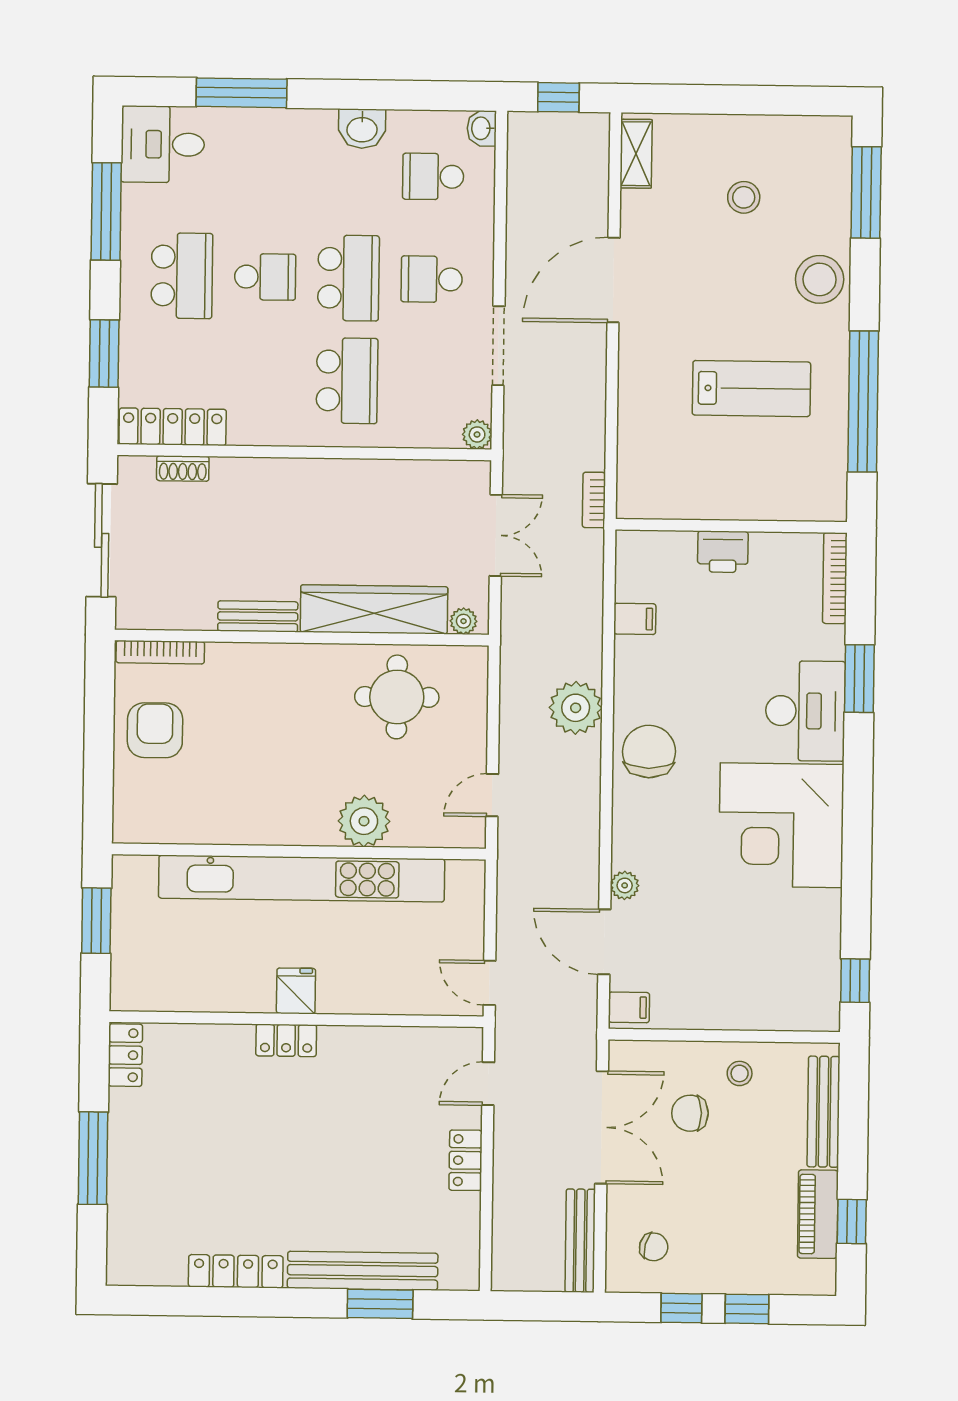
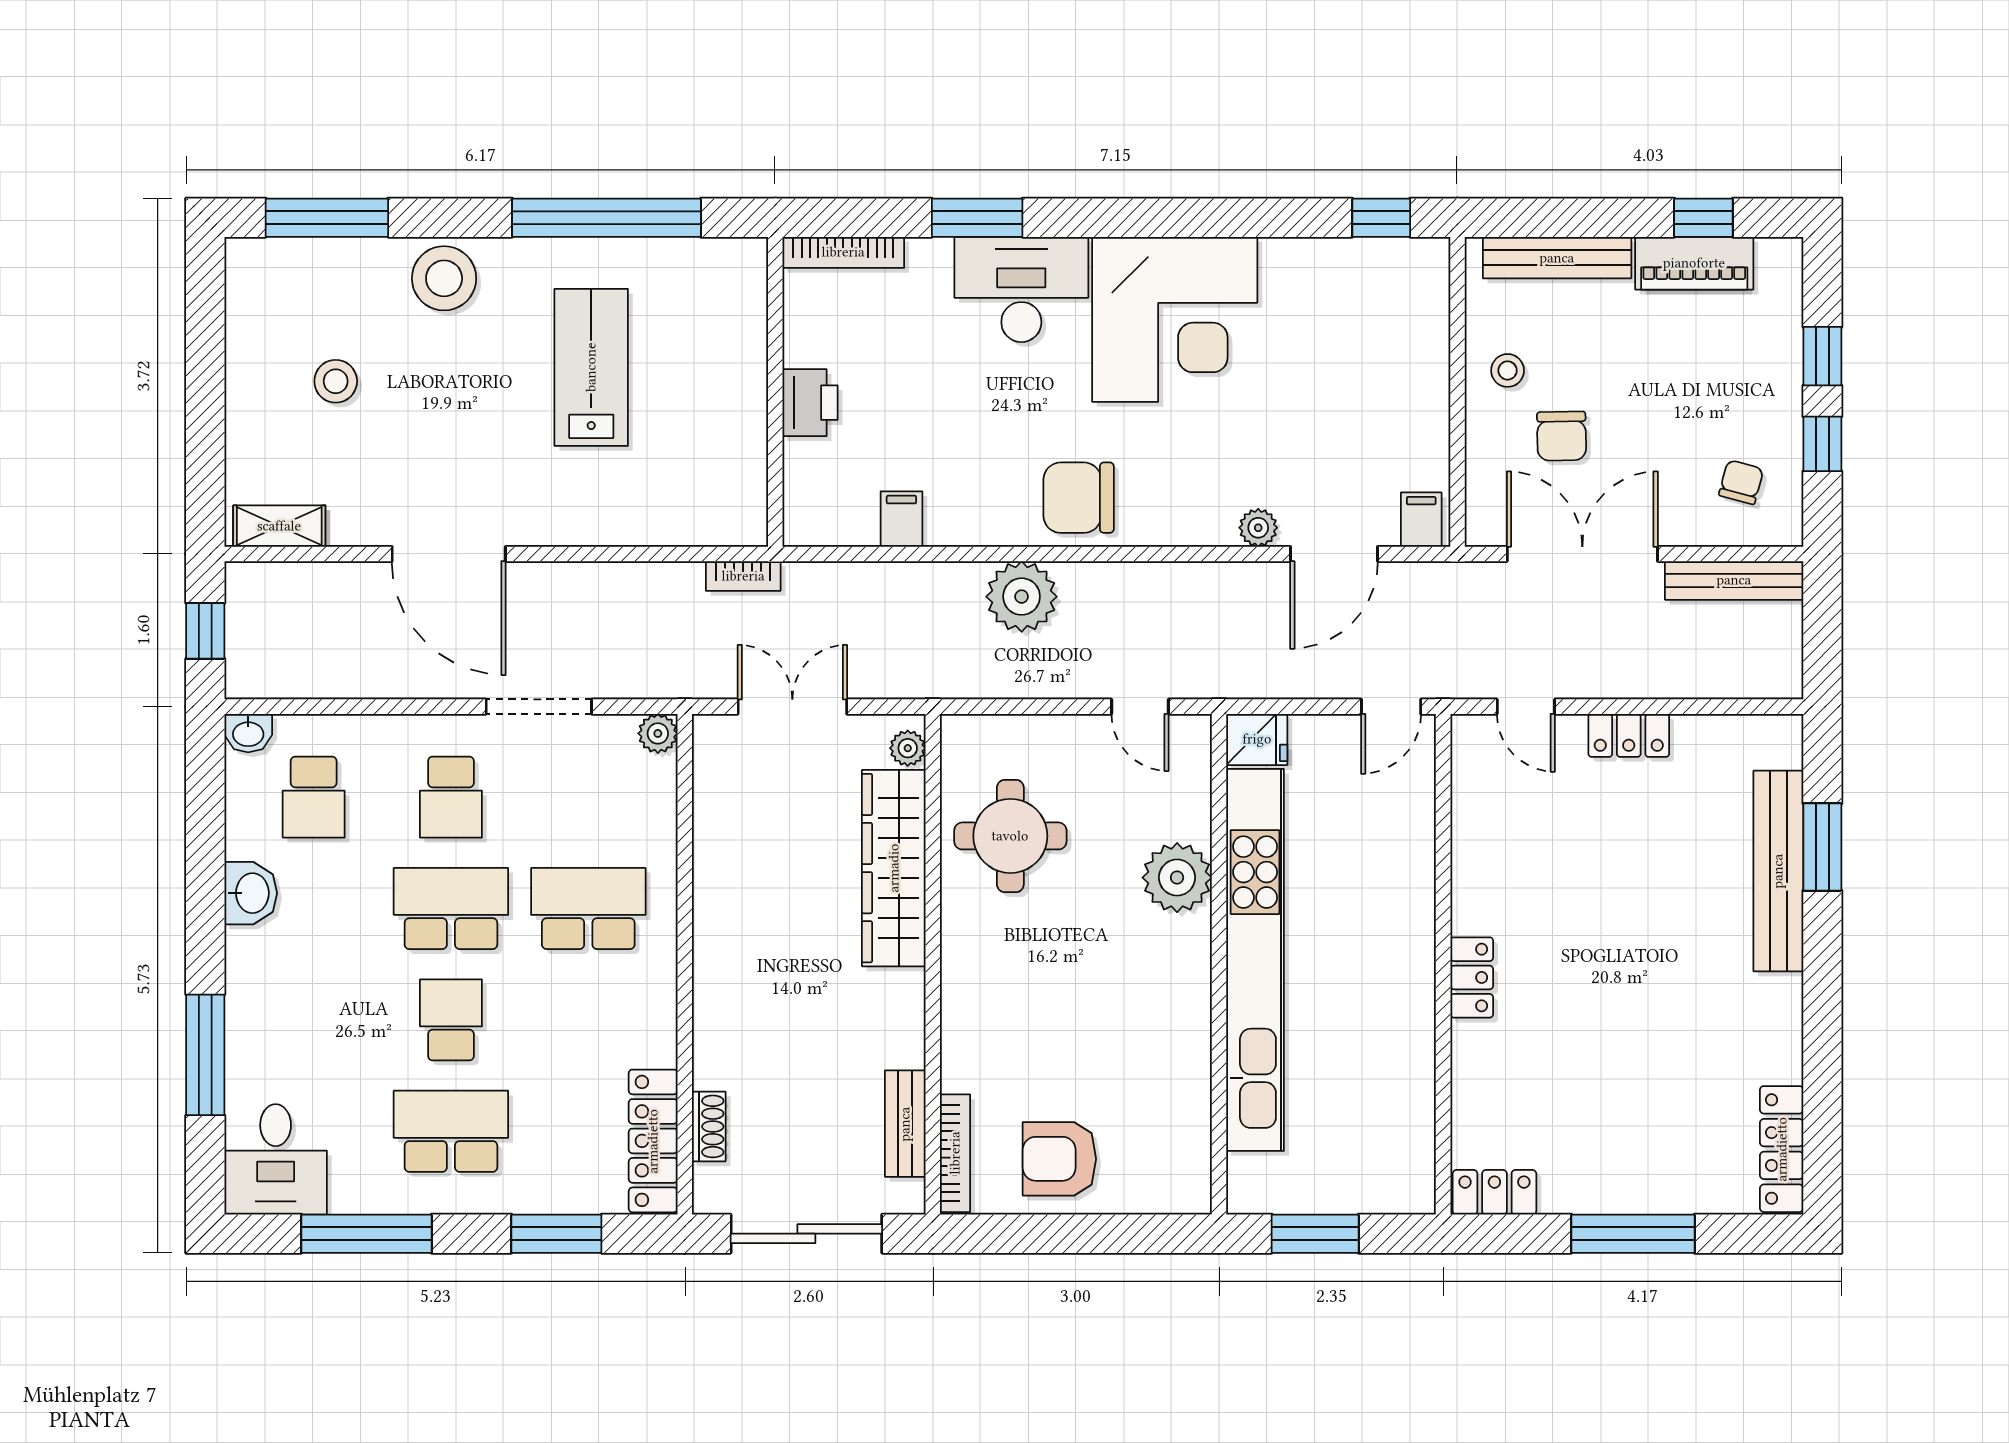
bench: (258, 616) -> (905, 1124), moved
fridge: (296, 991) -> (1257, 739), moved, turned 180
locker: (236, 1271) -> (1782, 1149), moved

